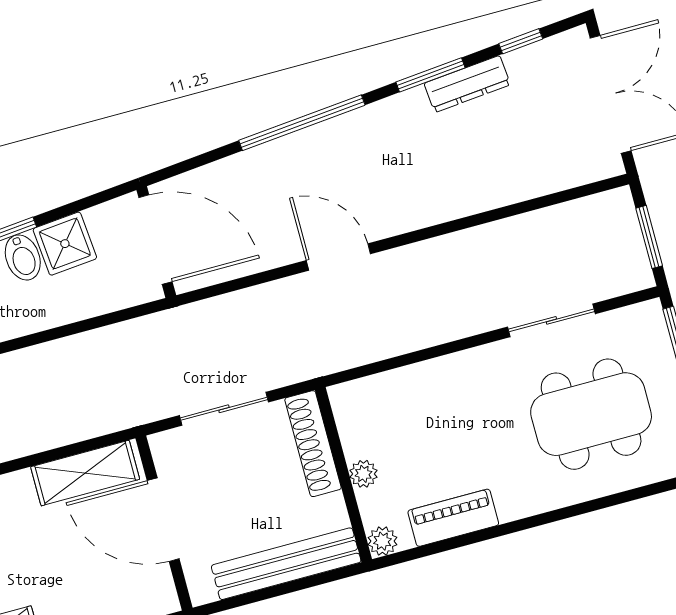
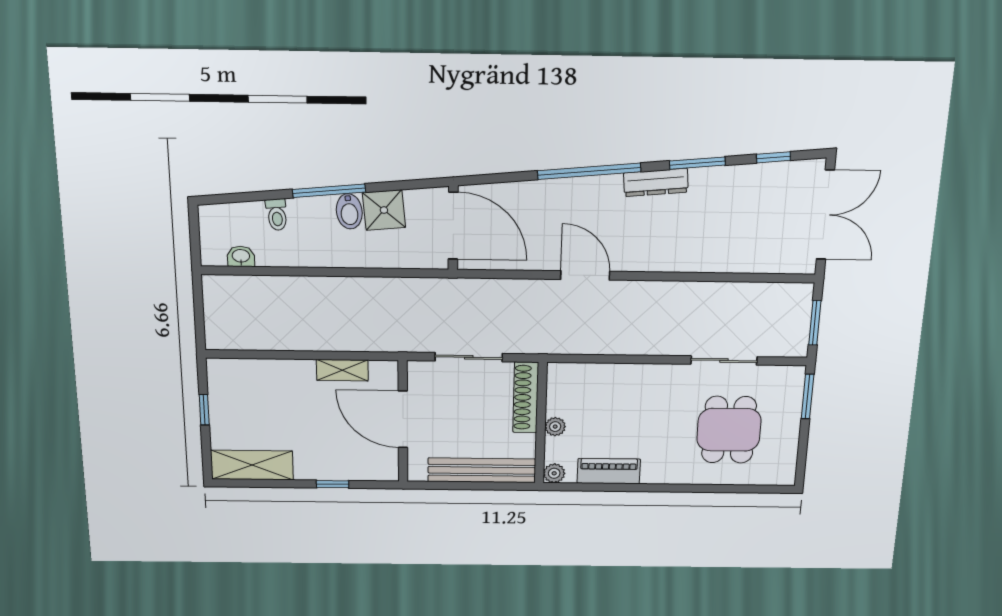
dresser: (467, 84) -> (656, 183), moved
dining table: (591, 414) -> (729, 430), width x0.73
shelving: (85, 473) -> (342, 370), width x0.67, depth x0.75

